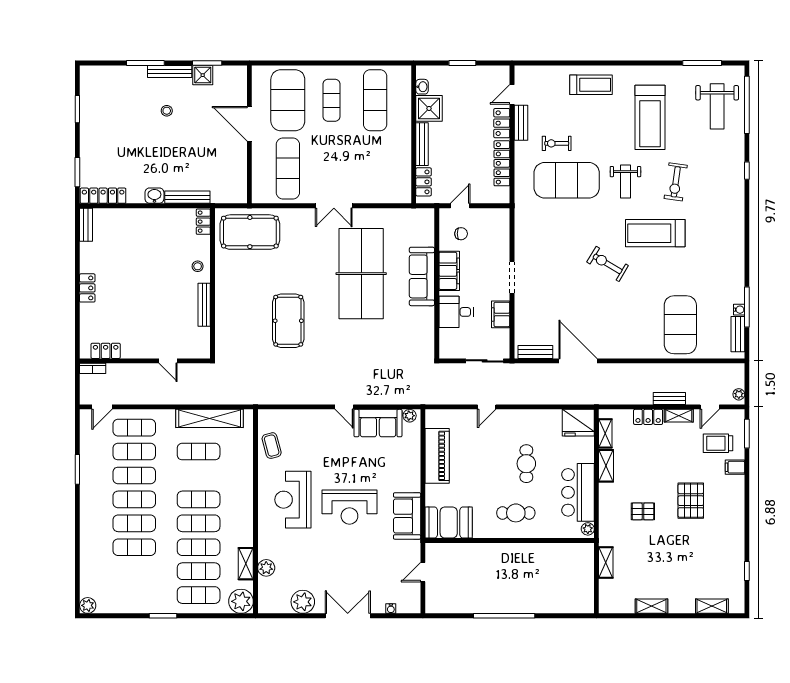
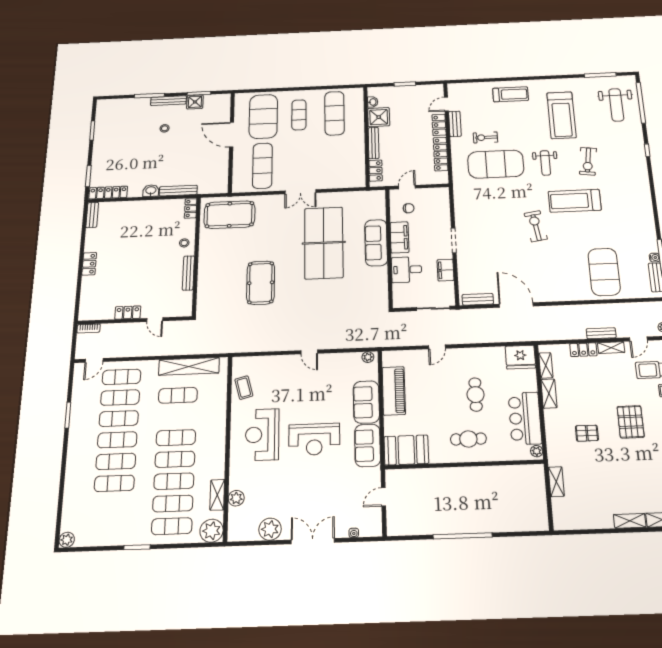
exercise bike: (608, 264) -> (536, 226), turned 50
locker: (106, 351) -> (128, 313), moved
sofa: (378, 423) -> (366, 402), moved, turned 90
shelving: (651, 606) -> (630, 521), moved

